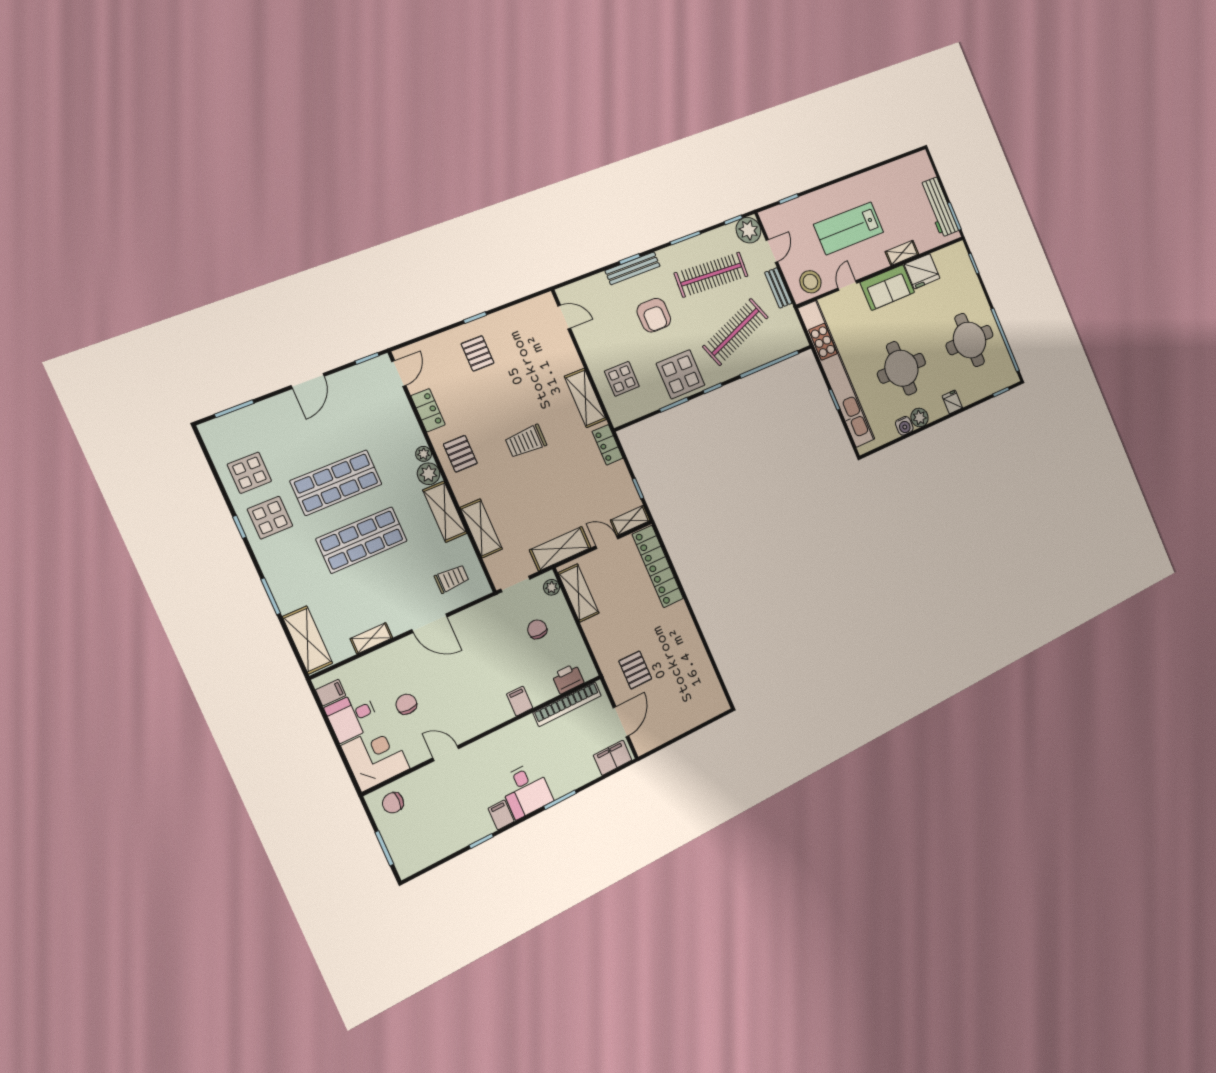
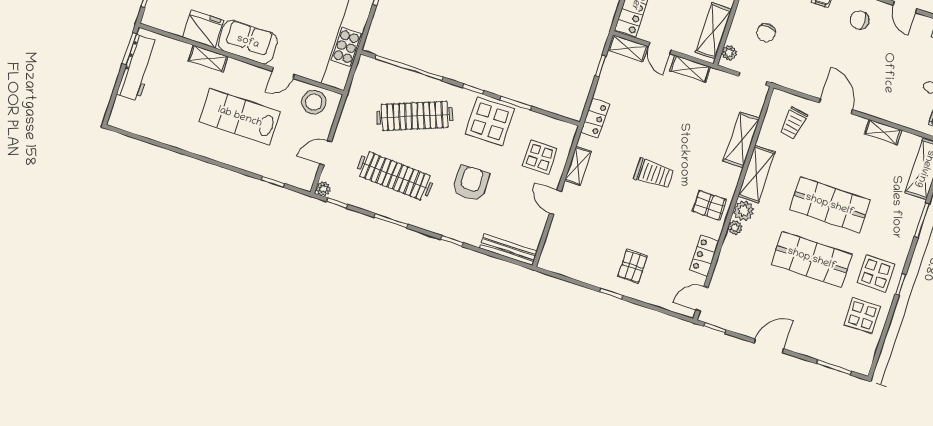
lab bench: (849, 228) -> (240, 117), turned 180
plant: (748, 230) -> (323, 189), width x0.53, depth x0.53
bench: (633, 268) -> (508, 249), moved
bench: (778, 288) -> (347, 120), removed
door: (564, 317) -> (555, 202), moved
shelving: (585, 398) -> (578, 166), width x0.67, depth x0.75
pallet: (460, 454) -> (709, 205), turned 90
shelving: (560, 549) -> (690, 69), width x0.67, depth x0.75
trolley: (452, 579) -> (793, 123), turned -81
chair: (406, 704) -> (859, 20), moved, turned 90

